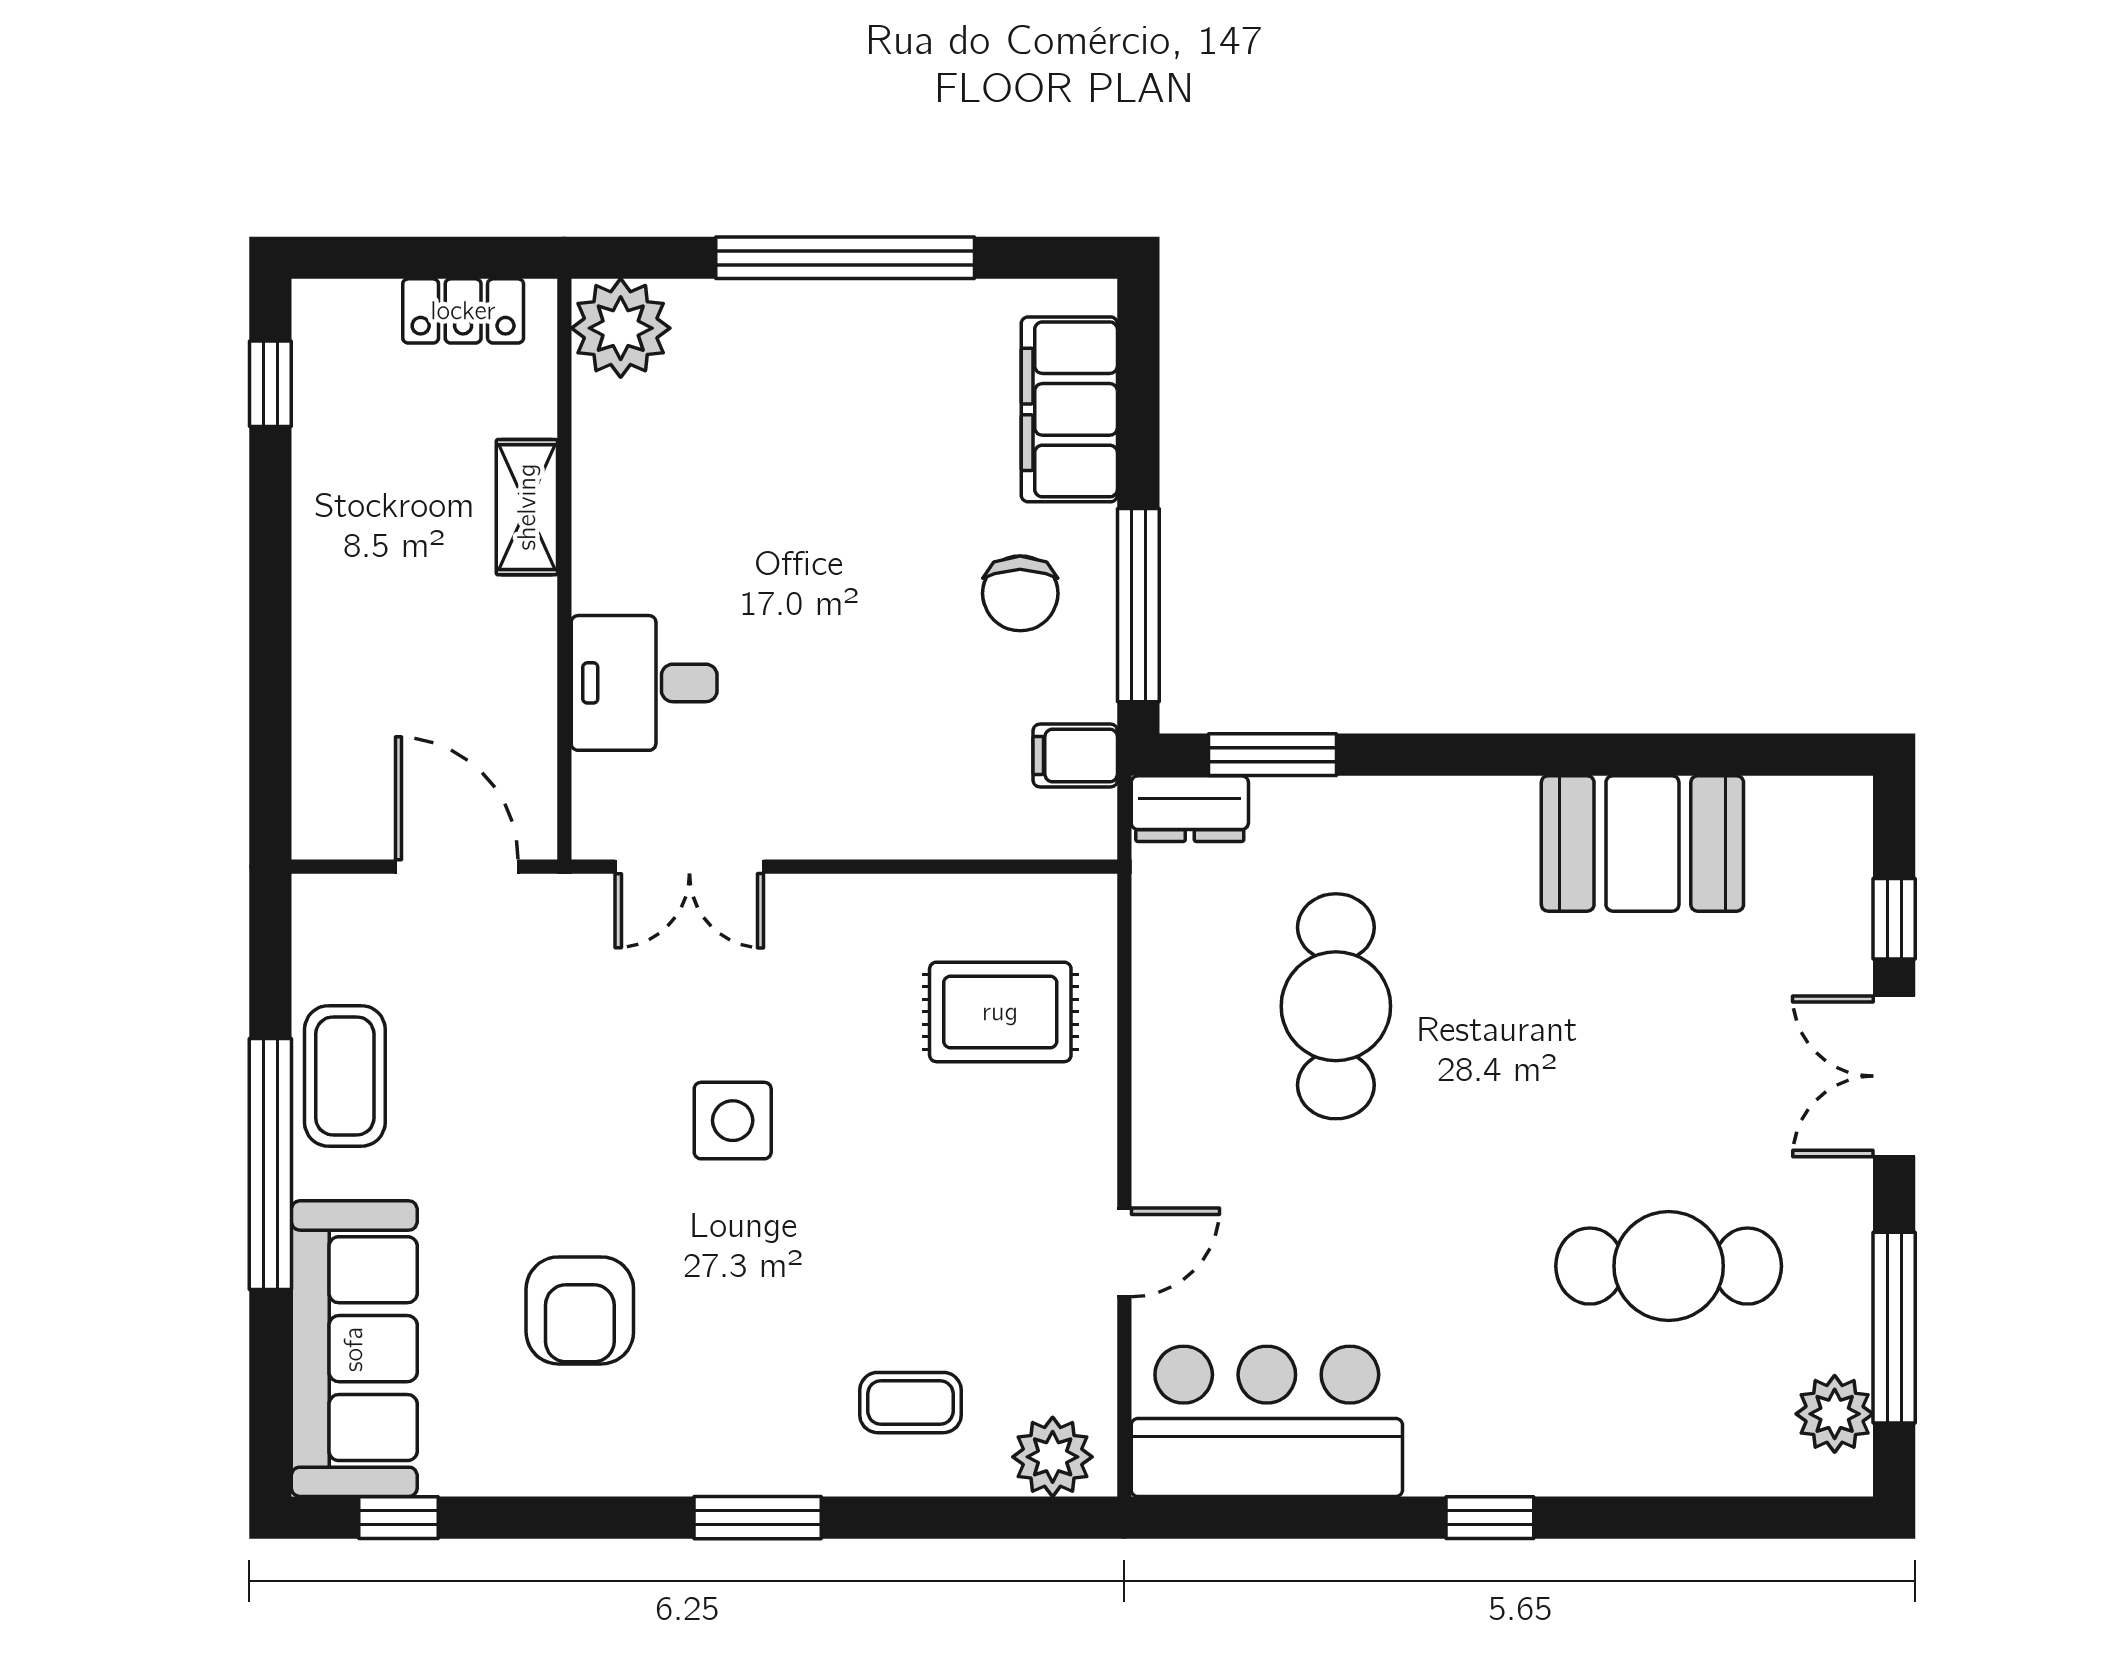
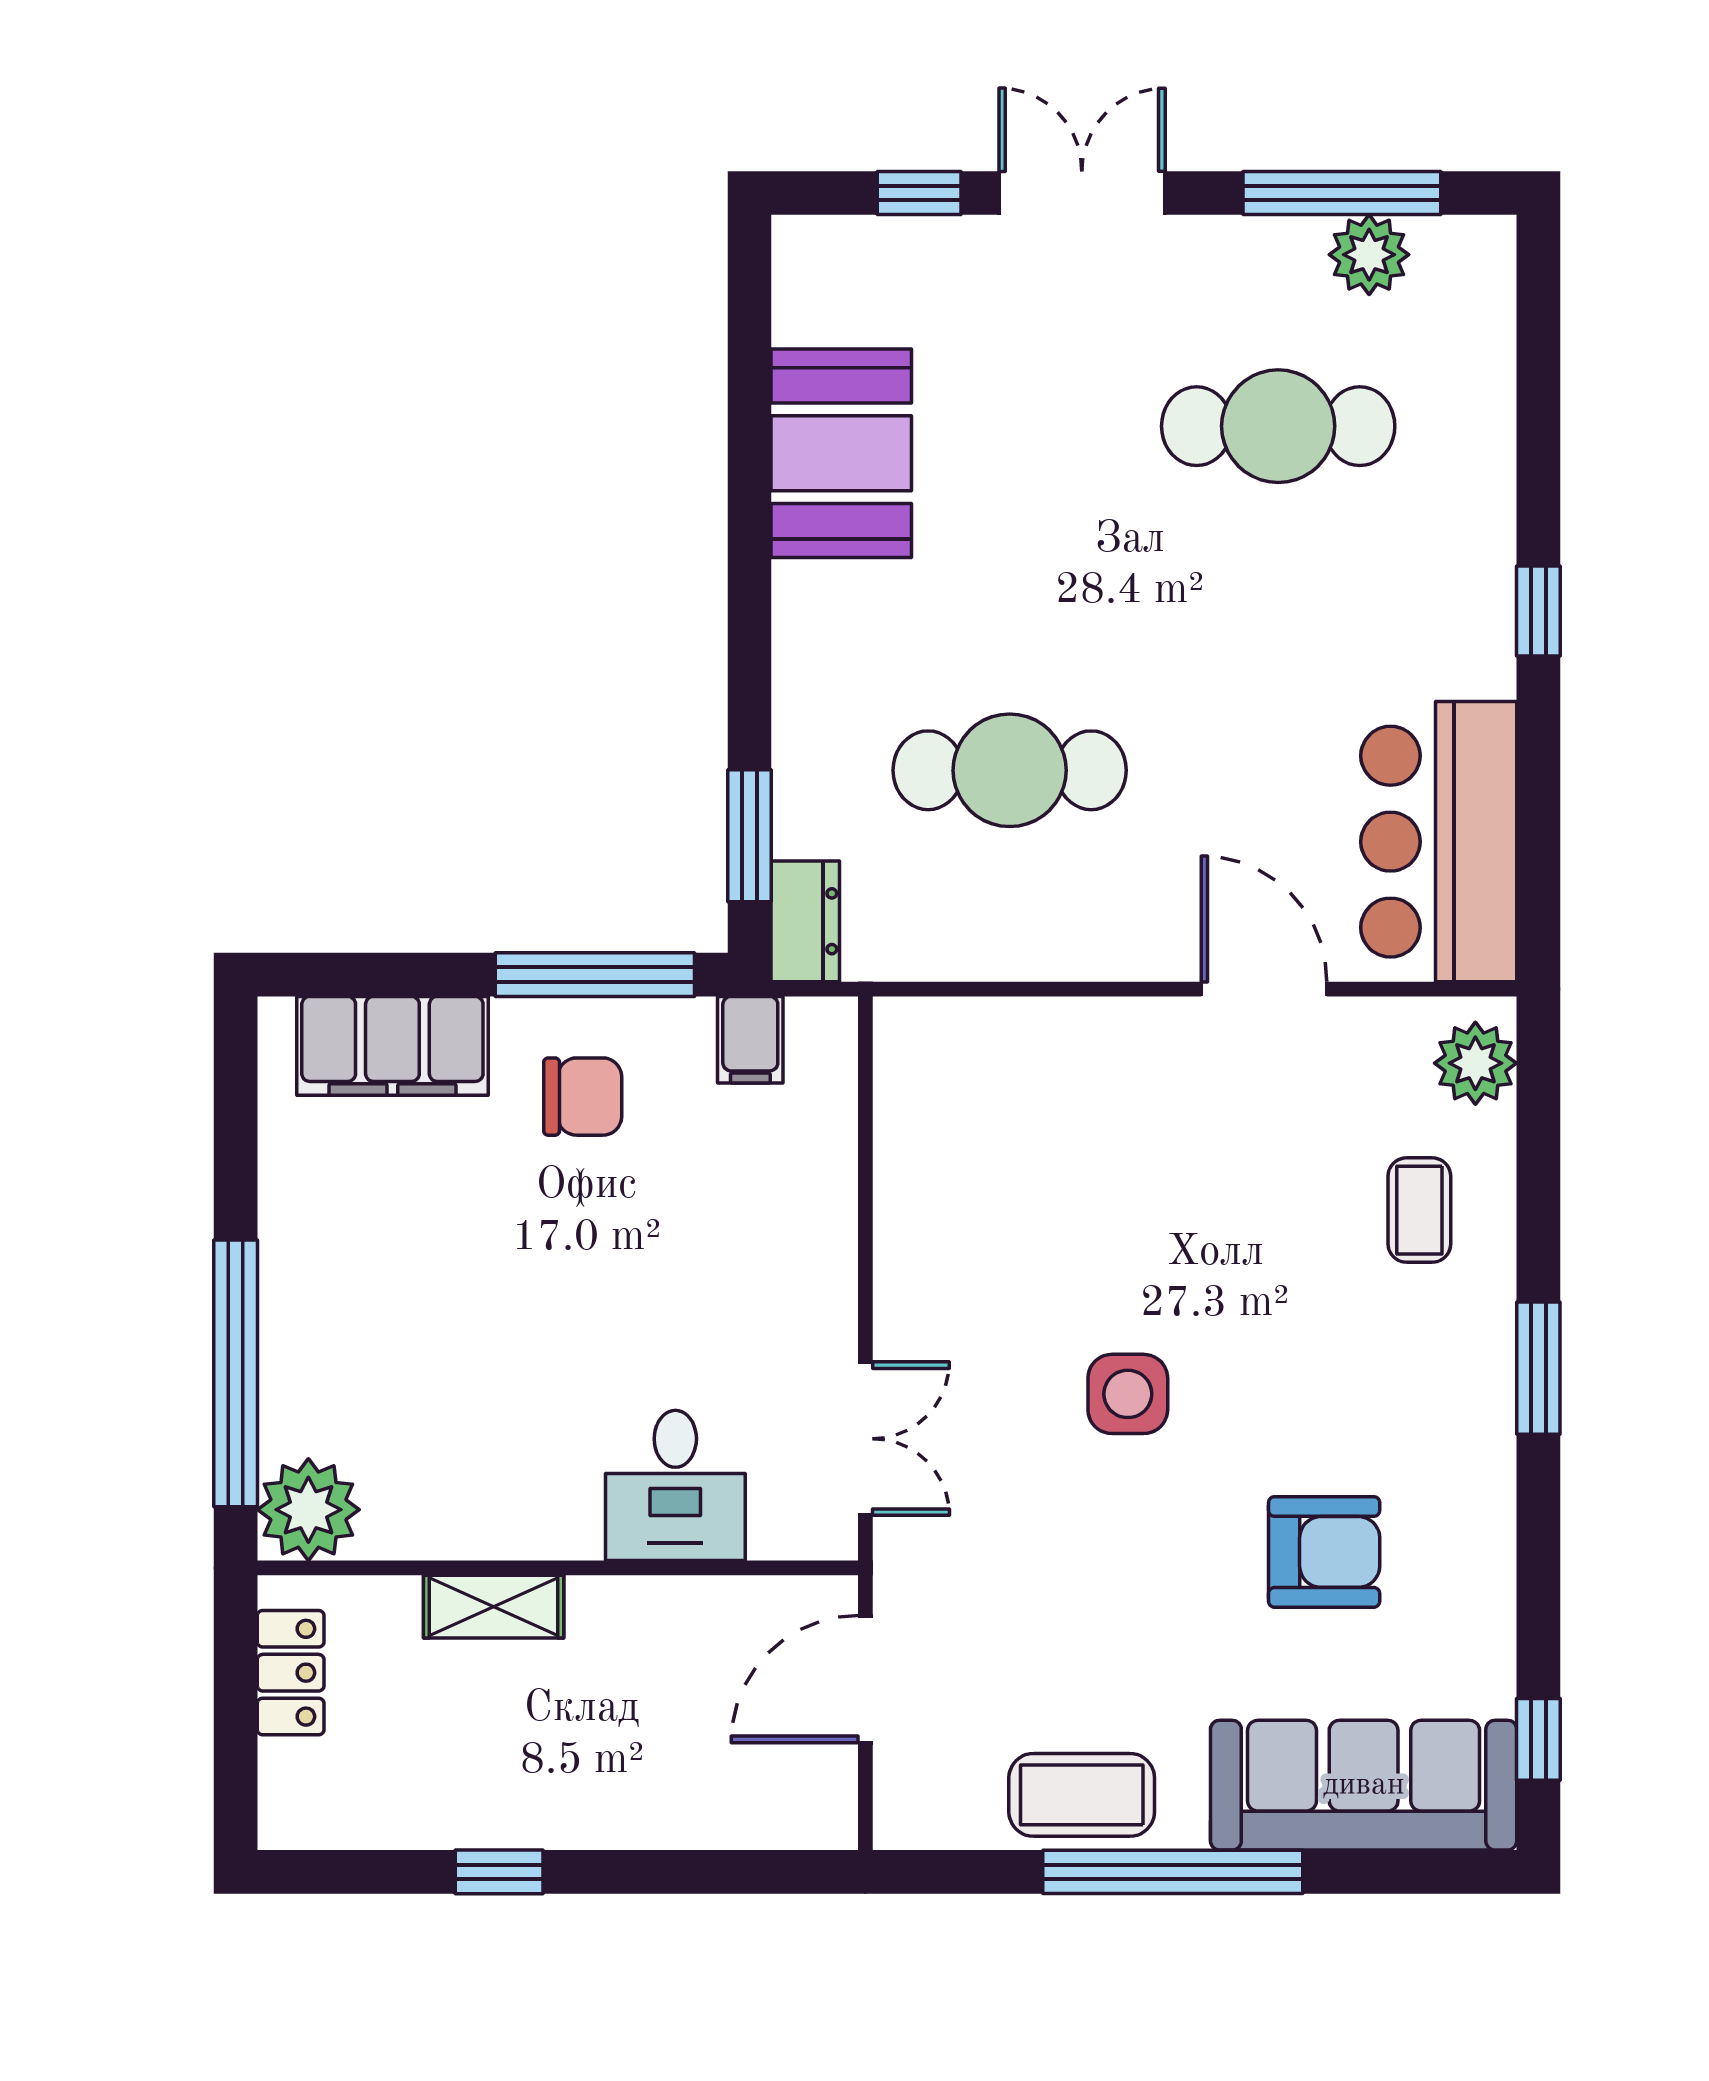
window: (845, 258) -> (236, 1373), moved
window: (270, 384) -> (499, 1872), moved
rug: (1000, 1012) -> (1015, 1117), removed
double door: (1894, 1076) -> (1082, 193), swing flipped
door: (1124, 1252) -> (1264, 989), width x1.38
cafe table: (1669, 1266) -> (1278, 426), turned 90
plant: (1835, 1414) -> (1369, 255), moved

